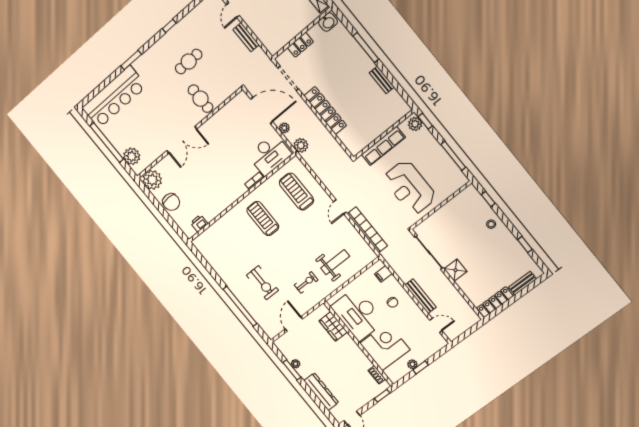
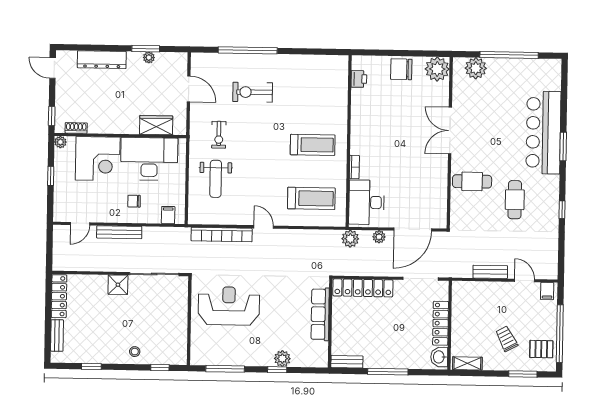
locker: (300, 45) -> (441, 323), width x1.53
bar counter: (114, 97) -> (543, 132), moved
wall: (384, 135) -> (330, 323), moved
row of seats: (383, 146) -> (320, 314), moved
plant: (412, 364) -> (60, 142), moved

